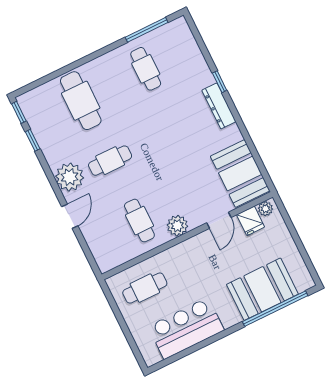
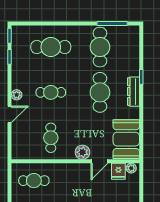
cafe table: (146, 69) -> (100, 47), width x1.37, depth x1.35
cafe table: (81, 101) -> (51, 47), turned 90
cafe table: (175, 129) -> (100, 92), added
plant: (70, 177) -> (17, 95), width x0.53, depth x0.53
plant: (177, 226) -> (82, 152), moved

